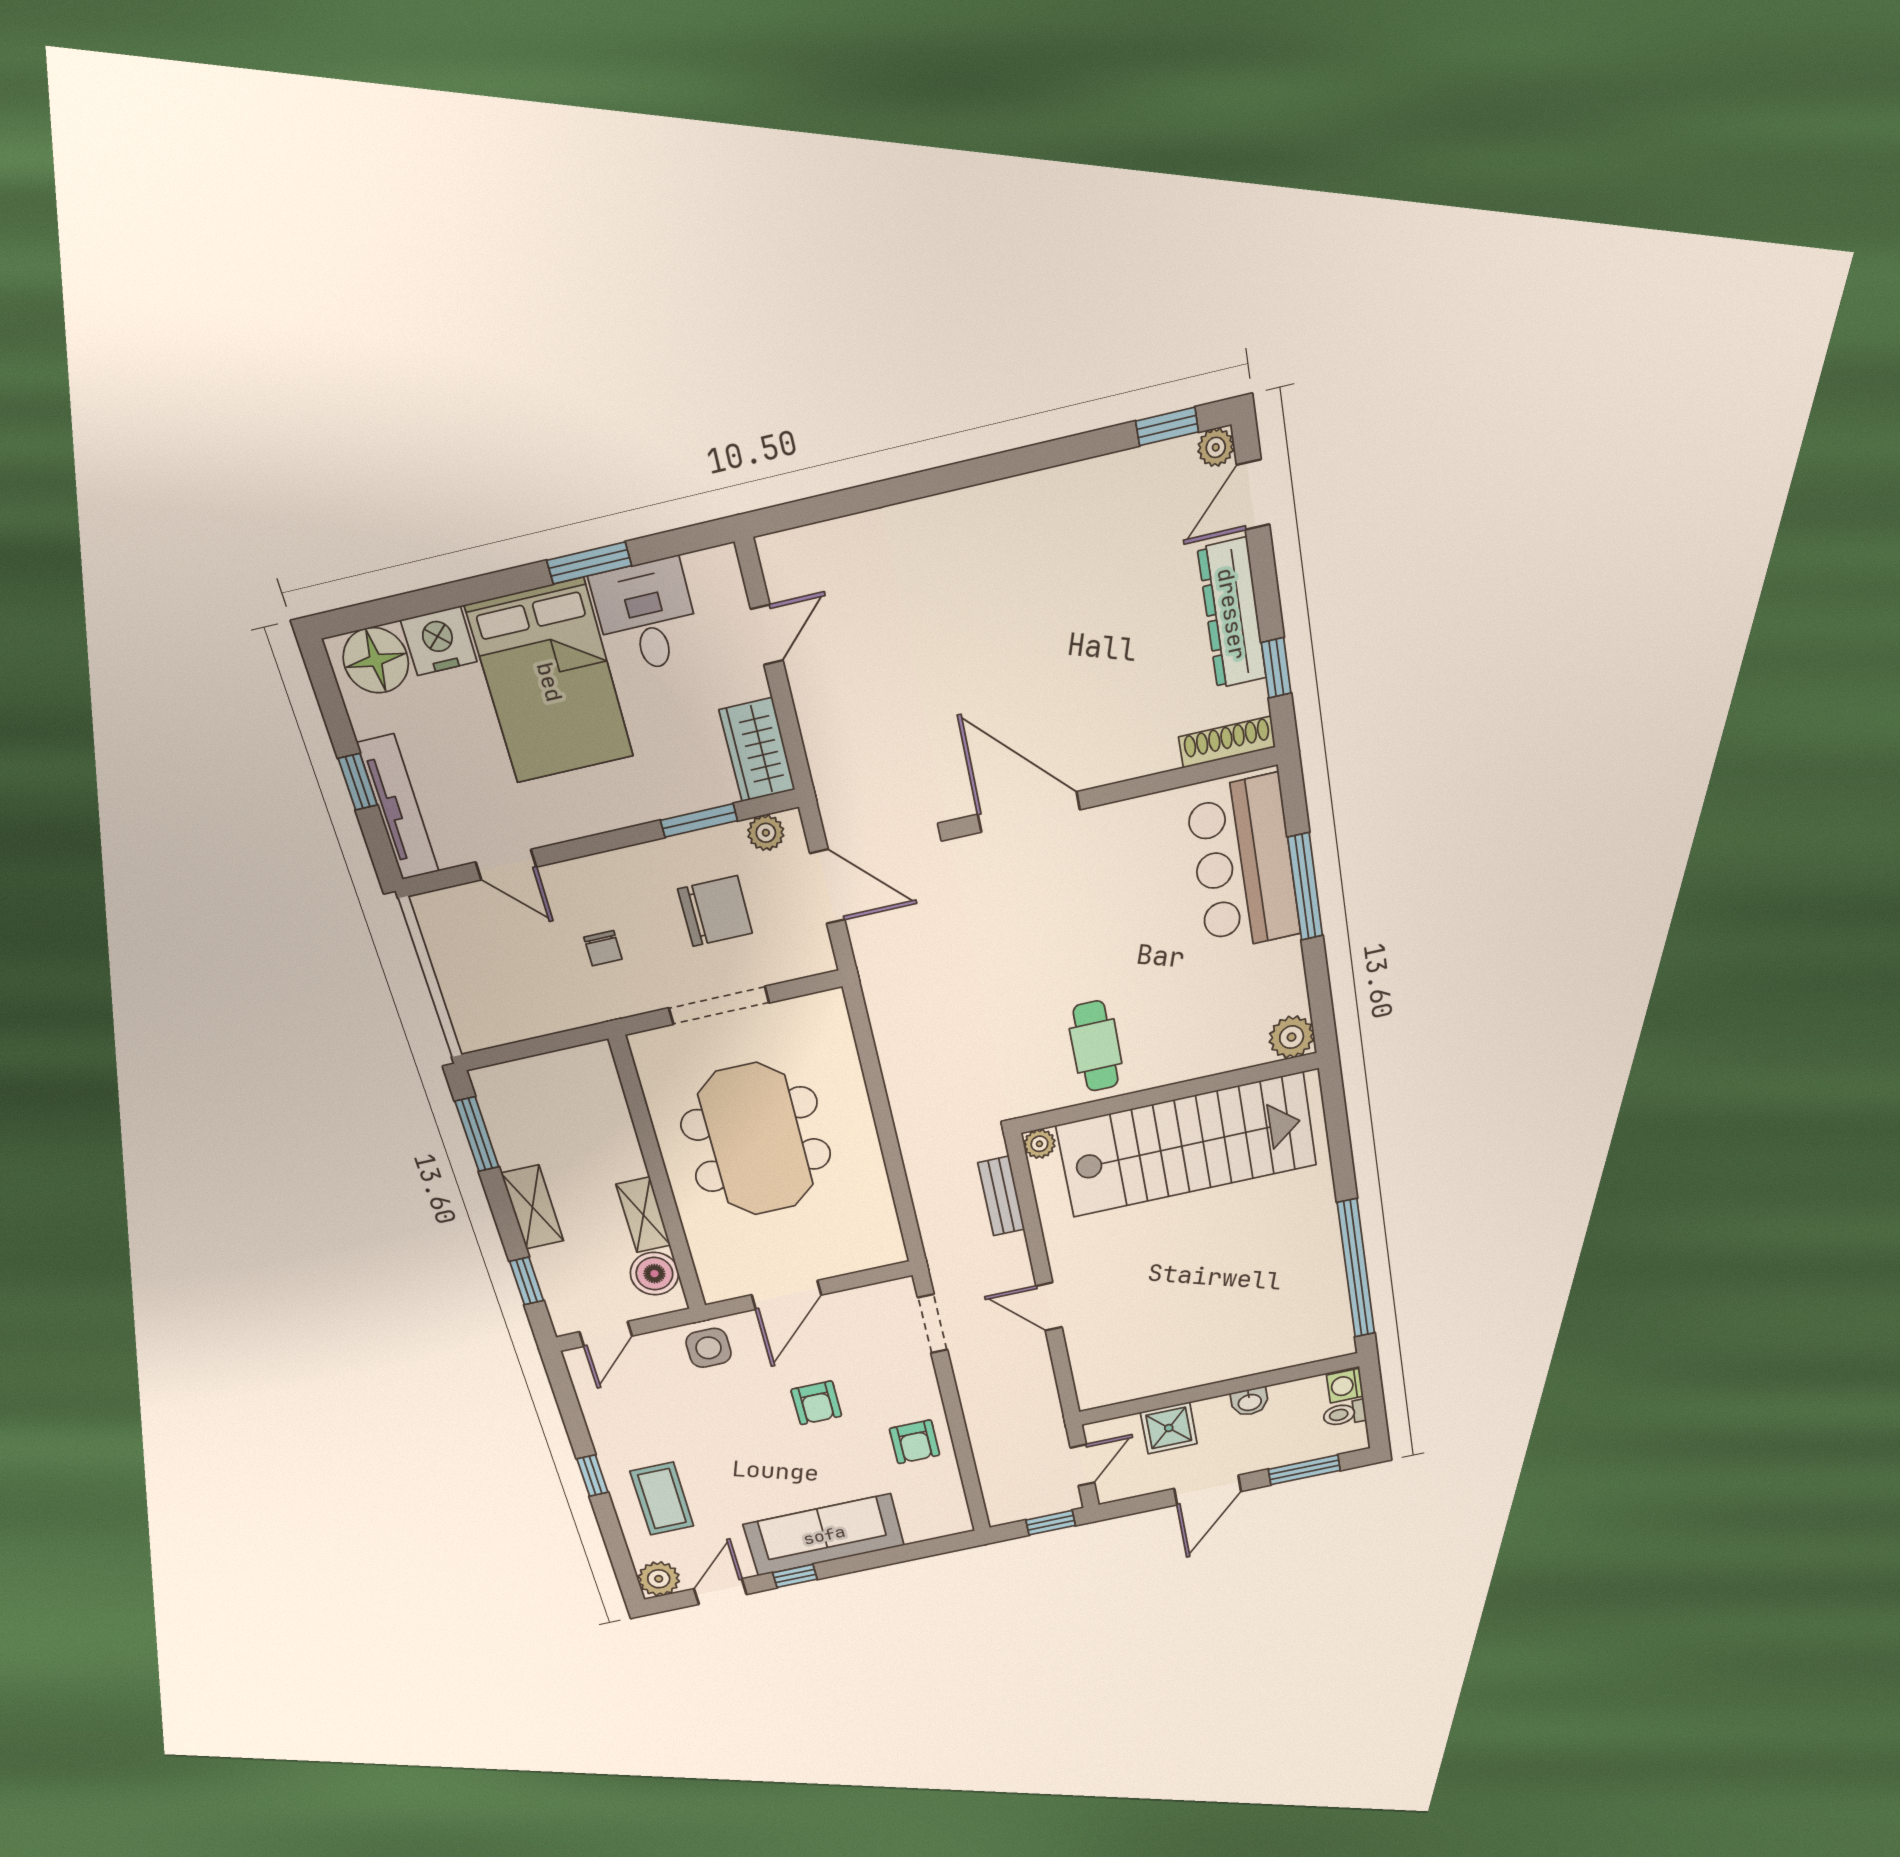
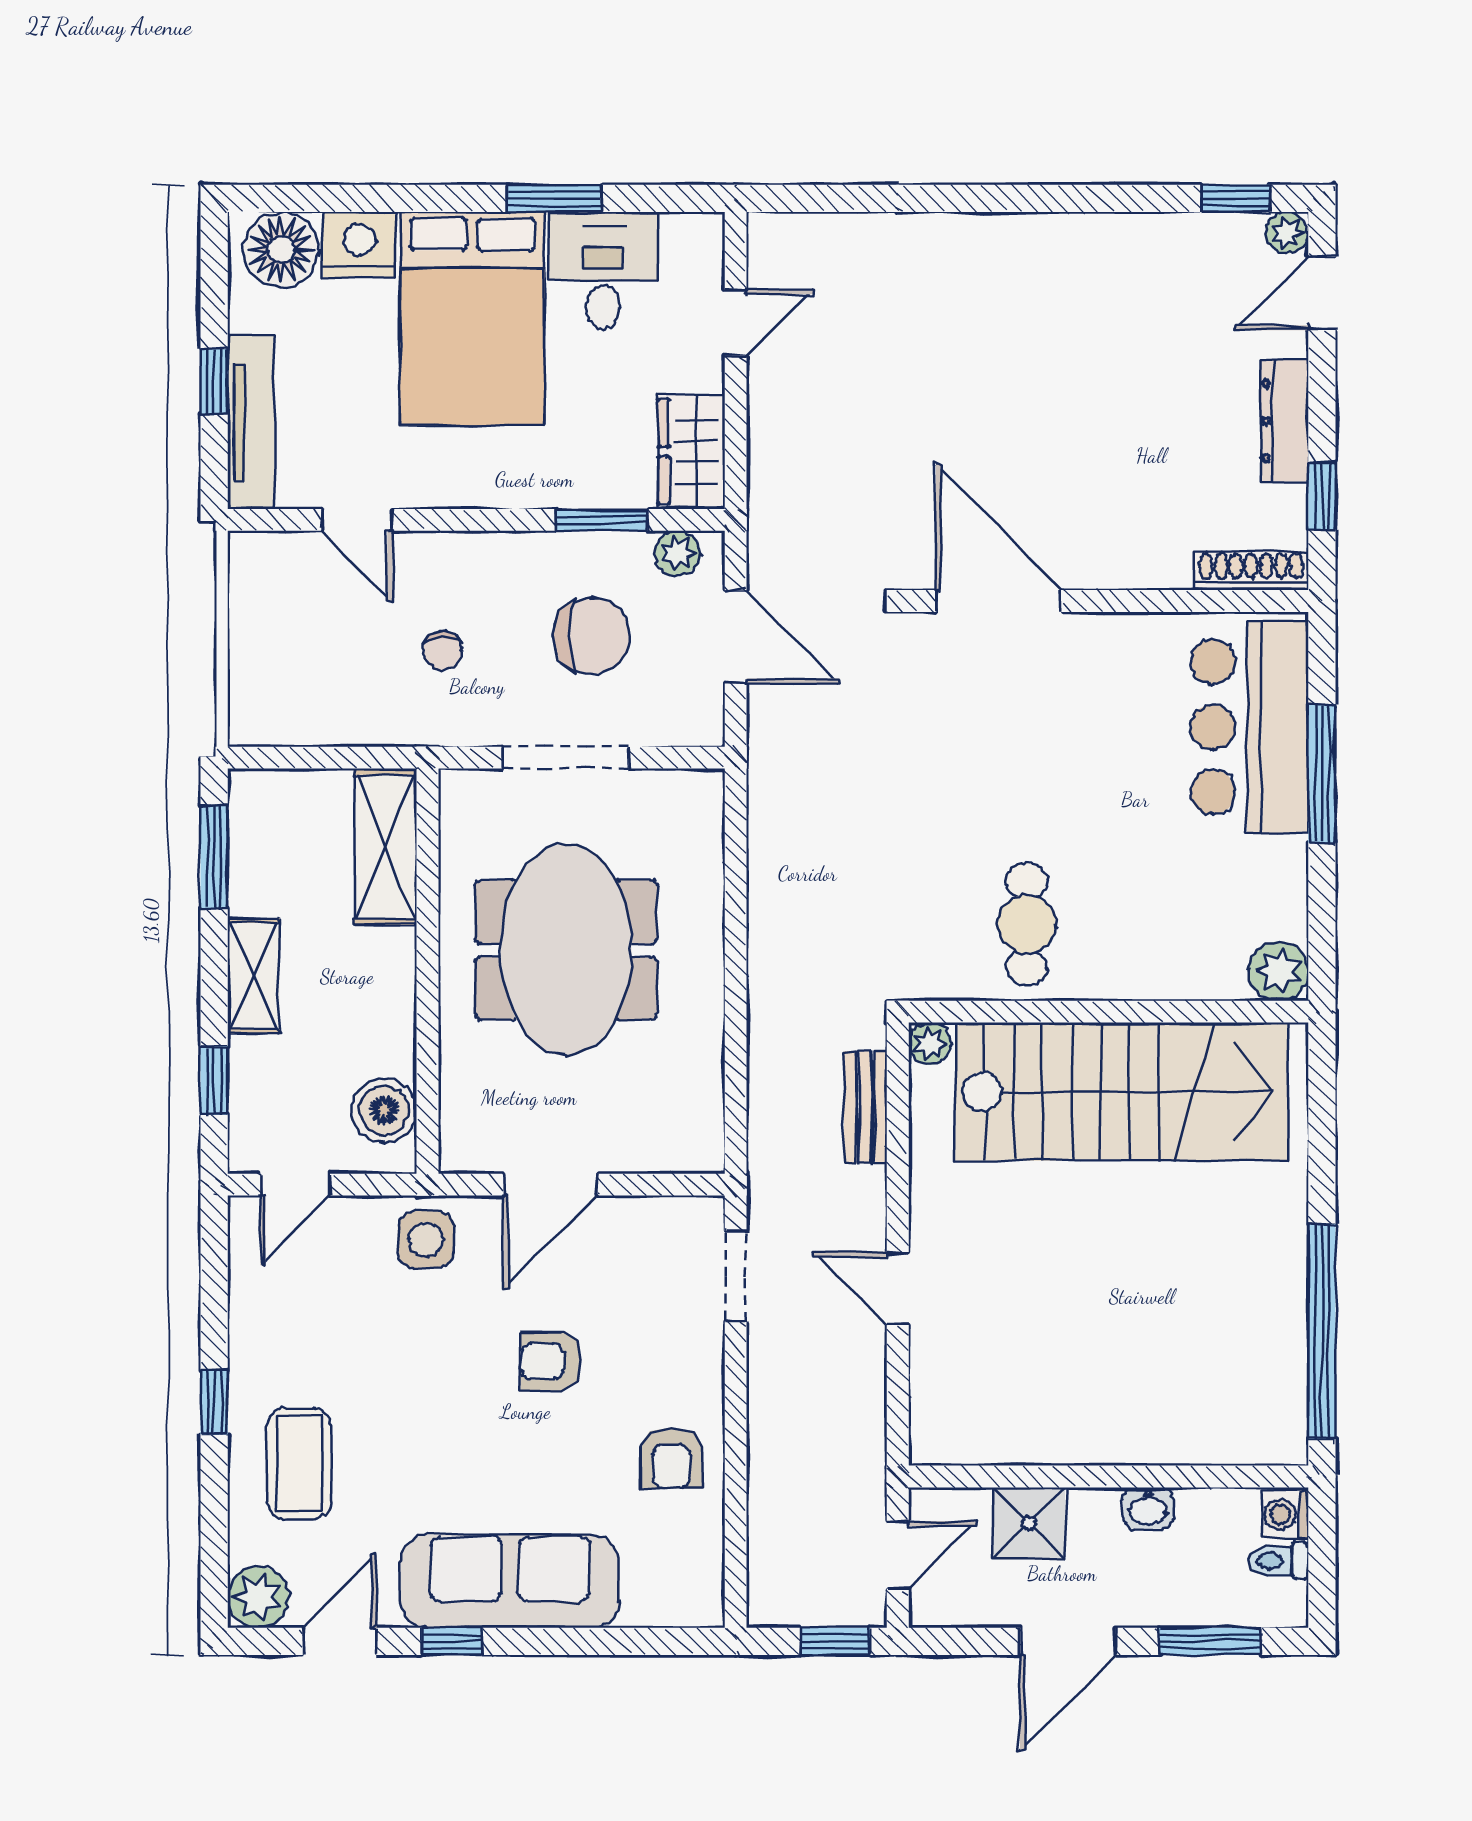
dresser: (1232, 614) -> (1285, 421), width x0.73, depth x0.80
shelving: (643, 1215) -> (385, 847), moved, width x1.50, depth x1.33
armchair: (816, 1403) -> (550, 1361), turned 90

